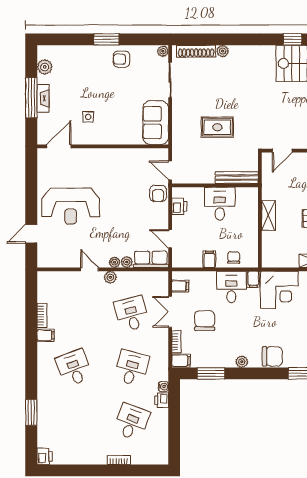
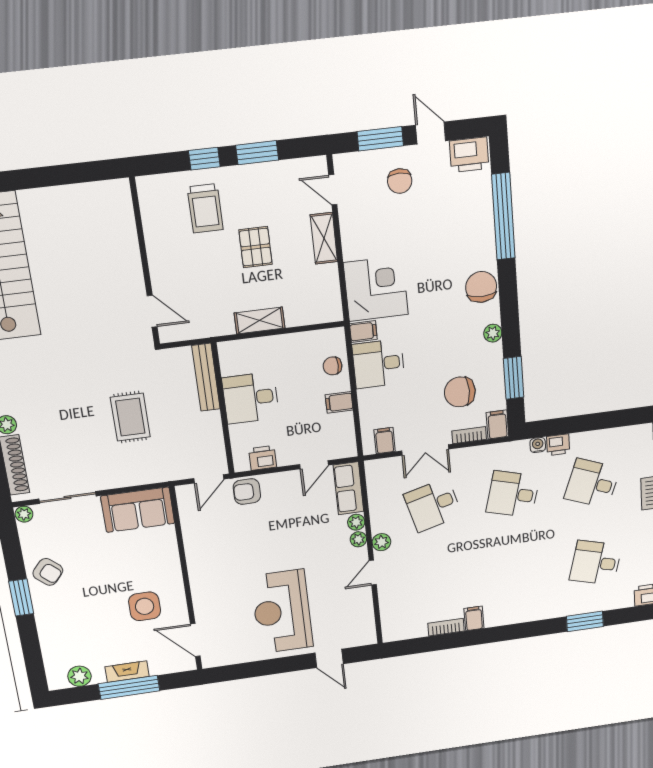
armchair: (122, 59) -> (48, 572), turned -49
side table: (88, 117) -> (145, 606), width x1.87, depth x1.87
armchair: (158, 193) -> (247, 492), turned 180
reception desk: (71, 206) -> (282, 612), turned 180
chair: (205, 321) -> (460, 392), moved
desk: (74, 368) -> (596, 563), moved, turned 36

